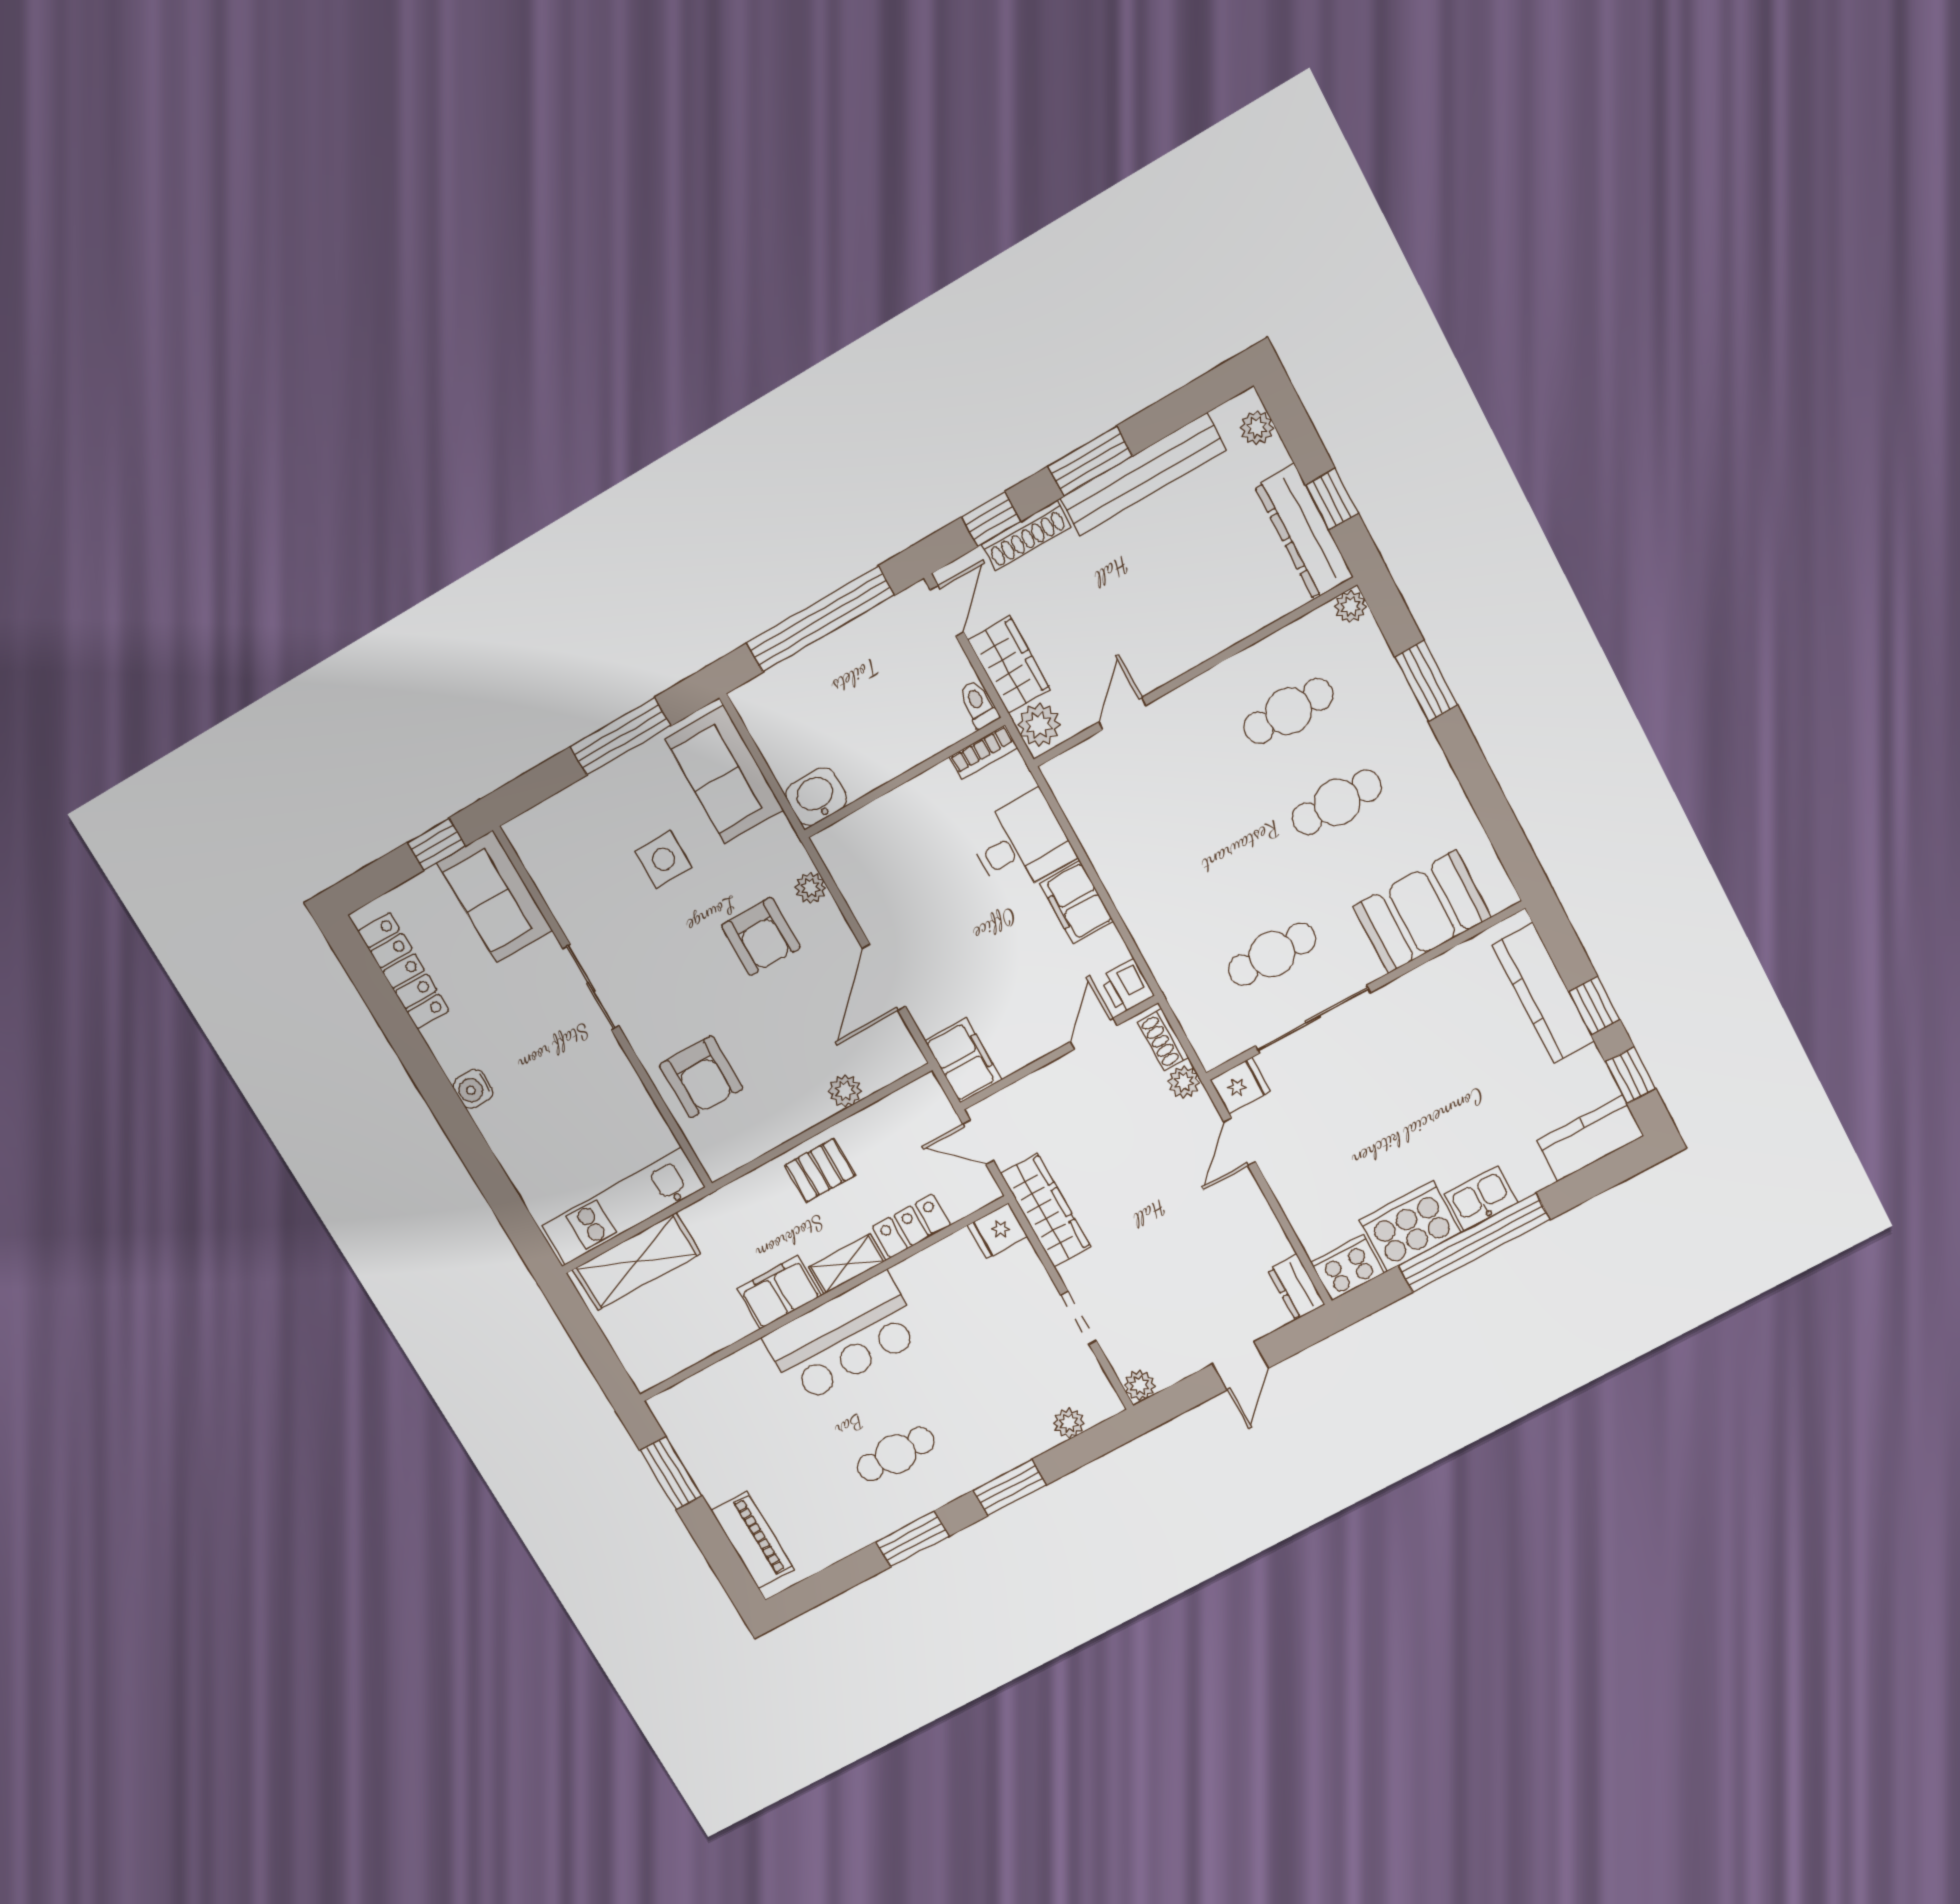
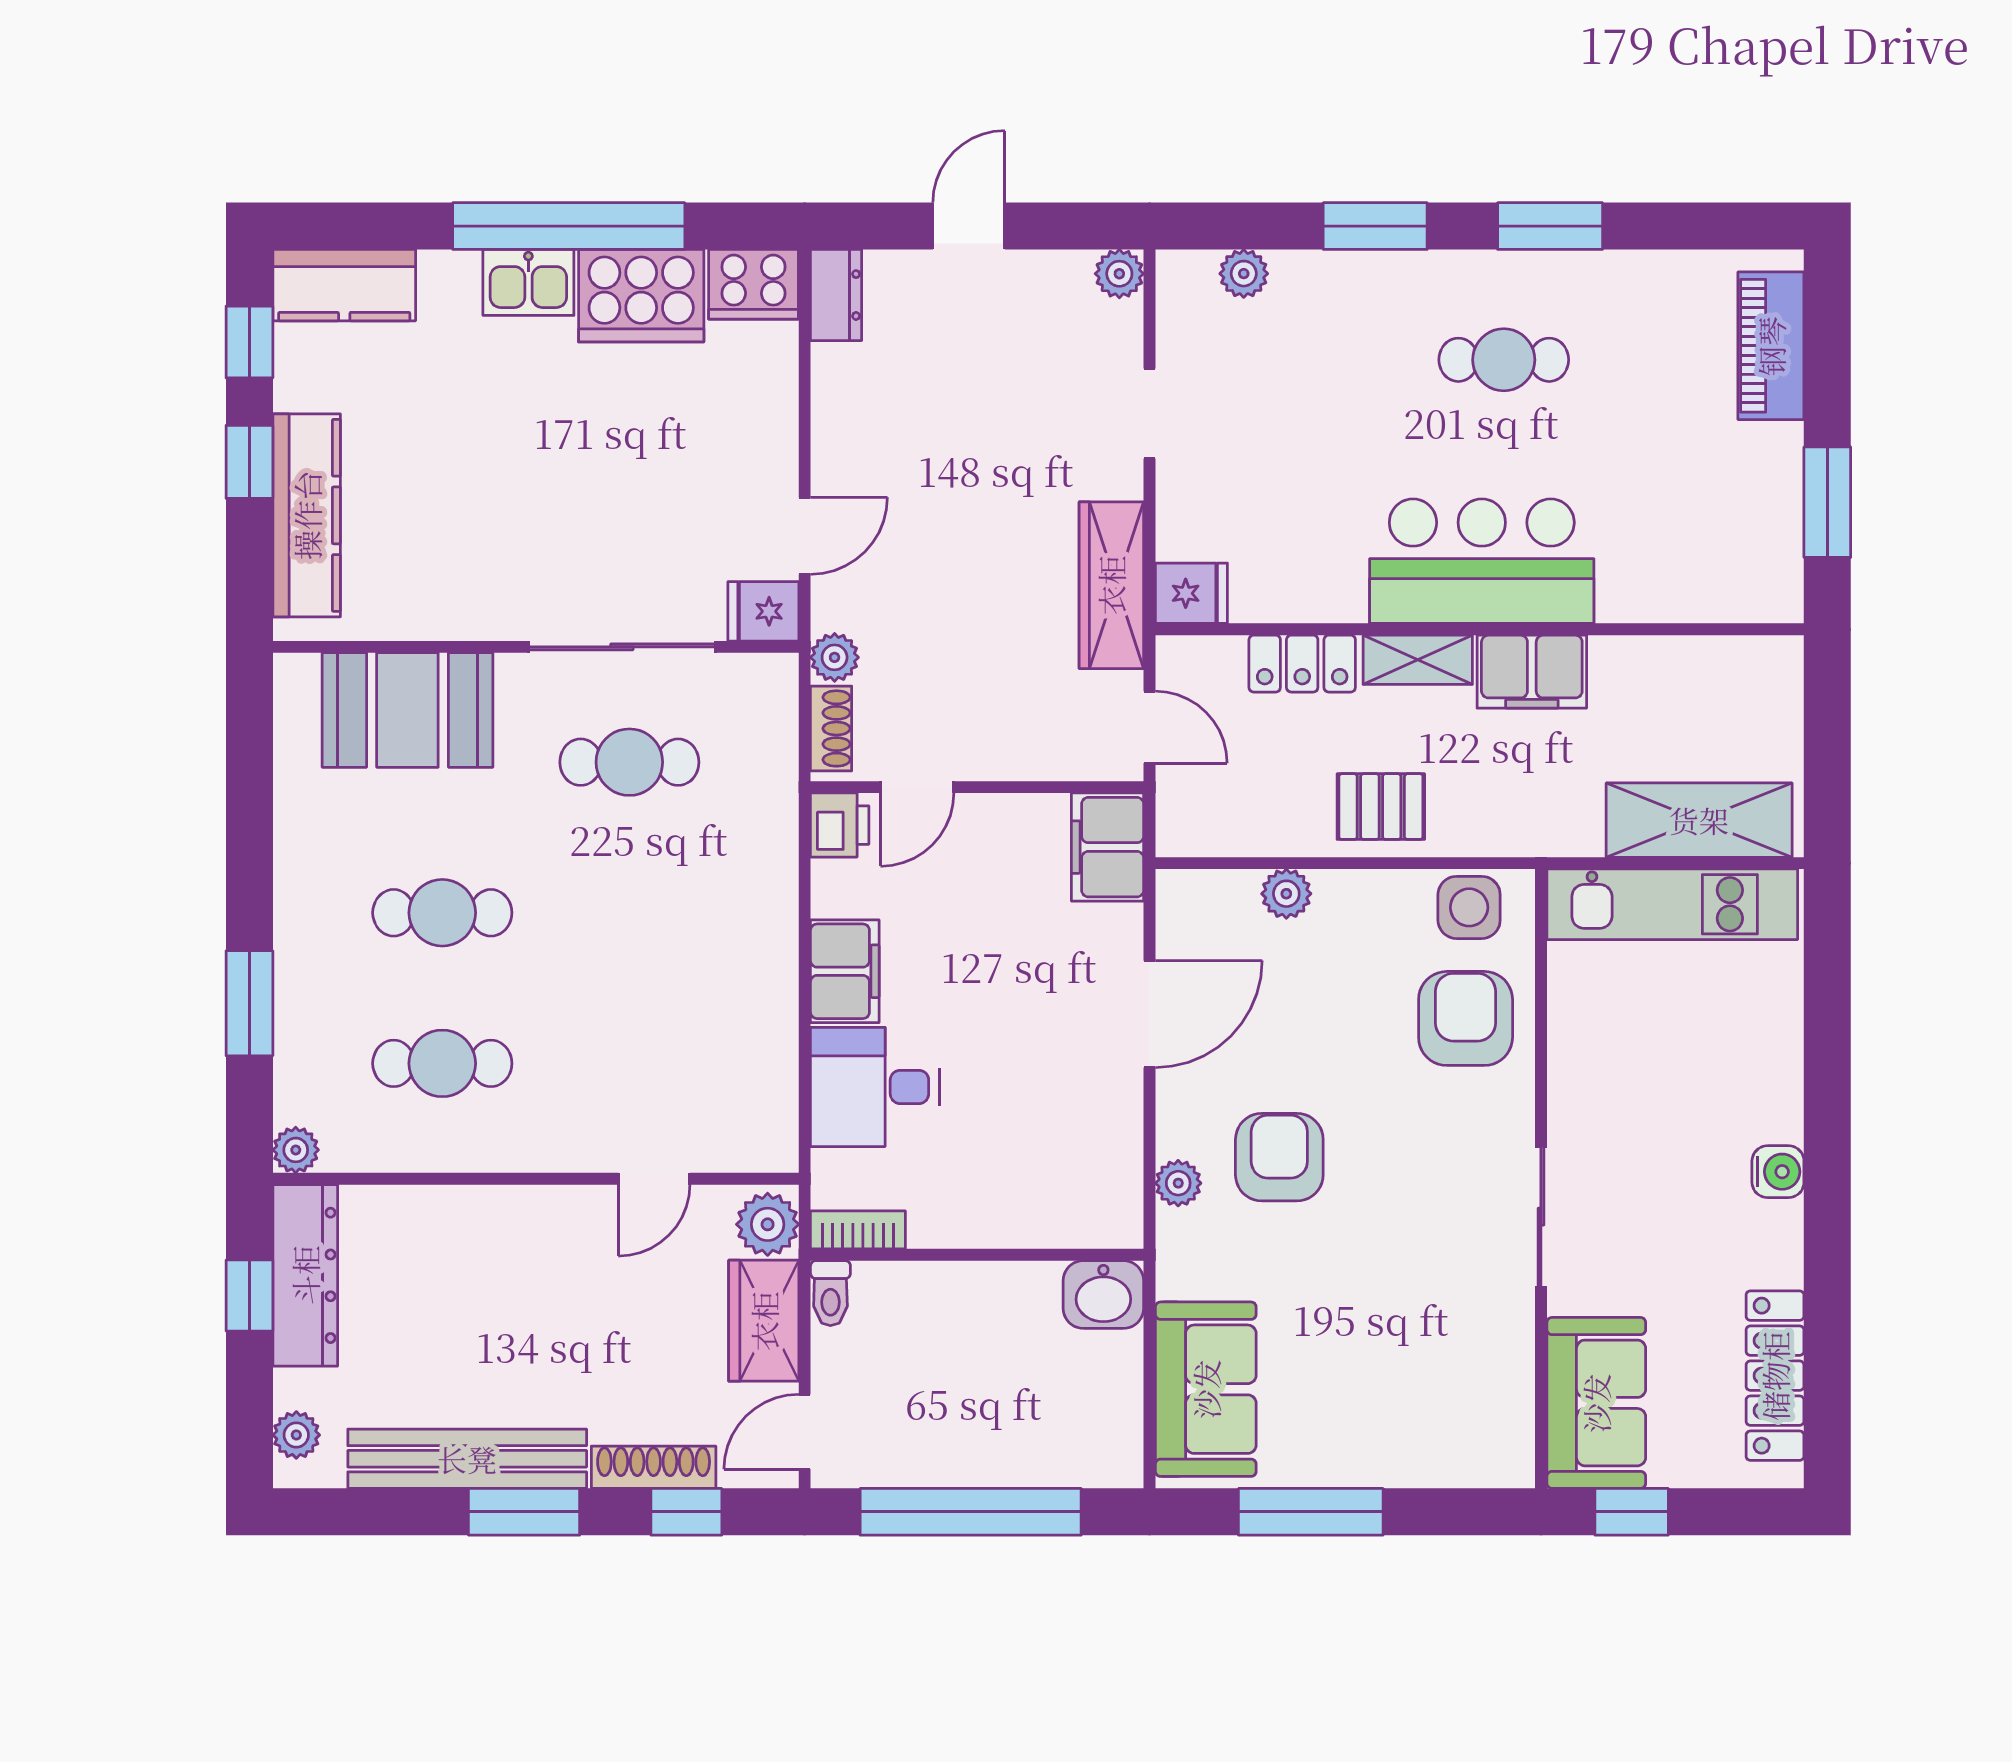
side table: (663, 859) -> (1469, 907), moved

